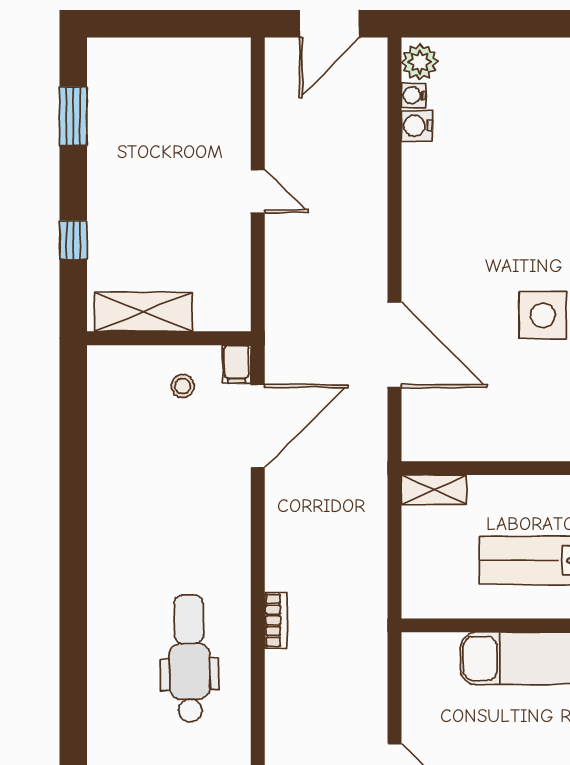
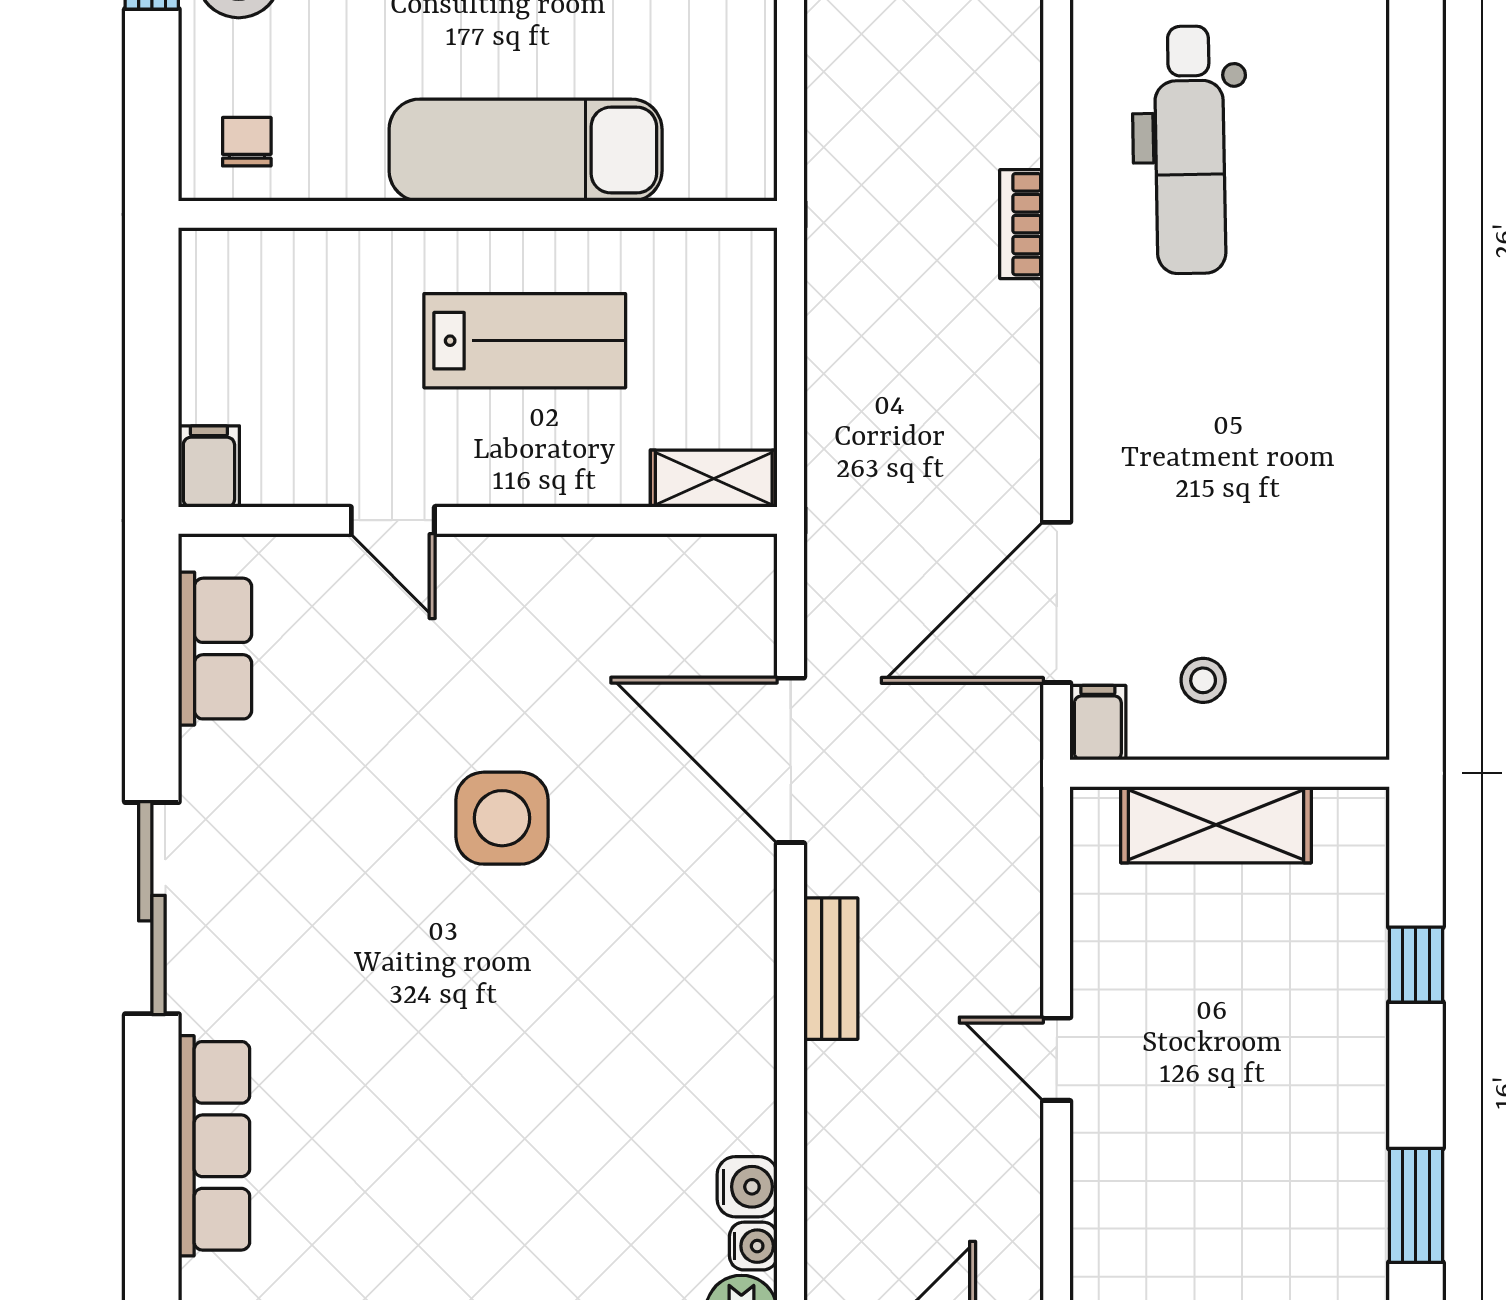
bench: (374, 238) -> (831, 969), added
shelving: (143, 312) -> (1216, 825), moved

